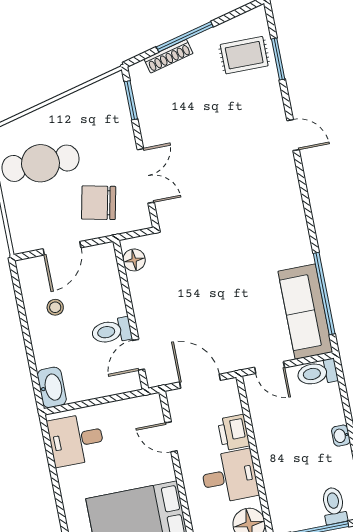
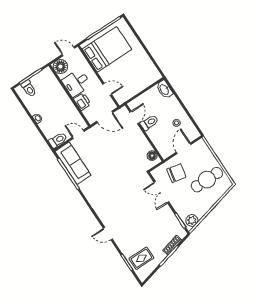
plant: (107, 91) -> (192, 220), added
desk: (76, 440) -> (146, 72), removed

